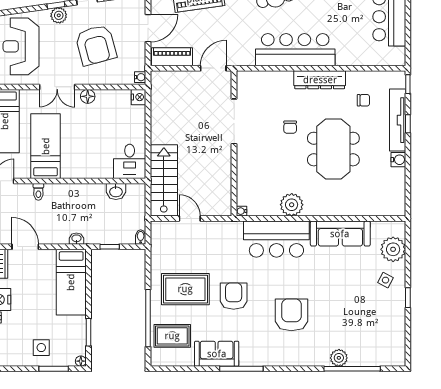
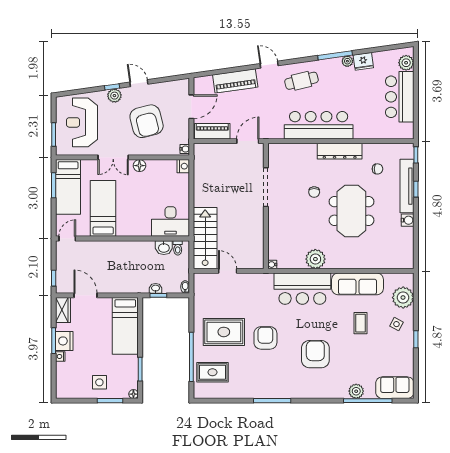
desk: (130, 161) -> (170, 222), width x1.37
toilet: (38, 192) -> (178, 248), moved
washbasin: (76, 239) -> (156, 288), moved
coffee table: (344, 279) -> (360, 323), added
sofa: (217, 354) -> (395, 388), moved

